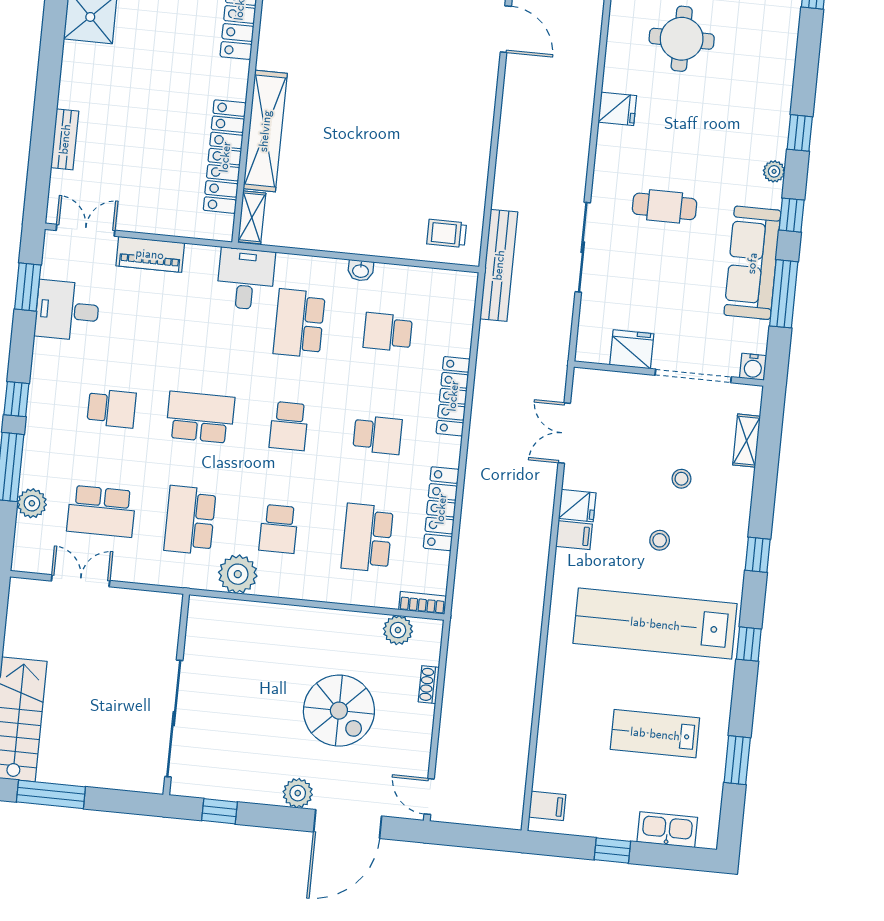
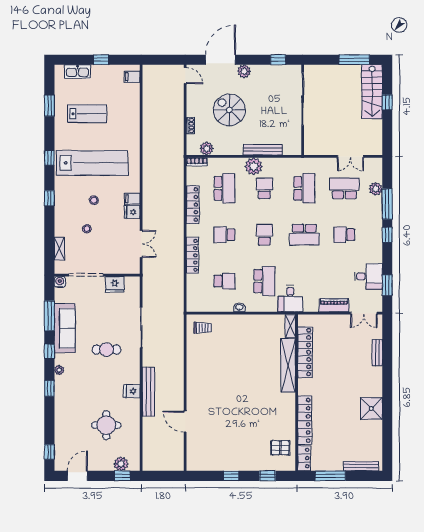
bench: (499, 265) -> (149, 392), moved
plant: (238, 574) -> (254, 166), moved
bench: (274, 615) -> (263, 150), added

